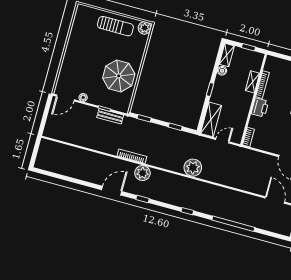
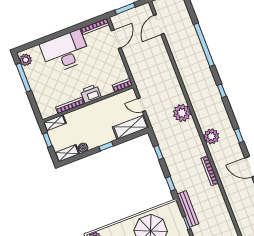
shelving: (252, 82) -> (55, 123), moved
bench: (110, 116) -> (188, 209), width x1.36
plant: (143, 173) -> (211, 136), moved

